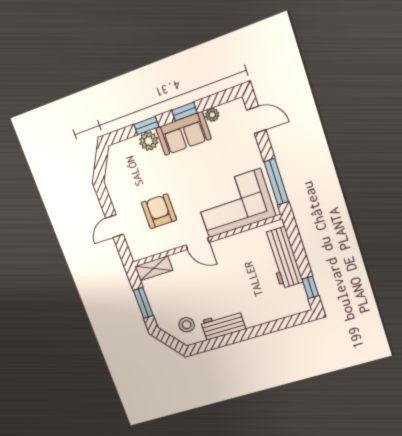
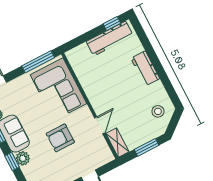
armchair: (159, 211) -> (60, 138), moved
door: (198, 244) -> (100, 125), moved
workbench: (283, 258) -> (110, 39), moved
workbench: (223, 325) -> (145, 68), moved

